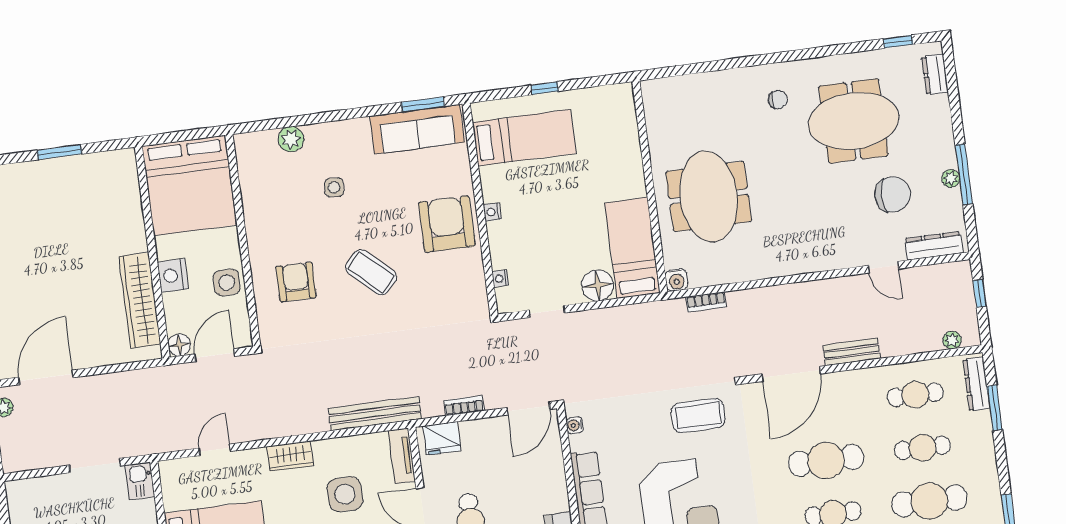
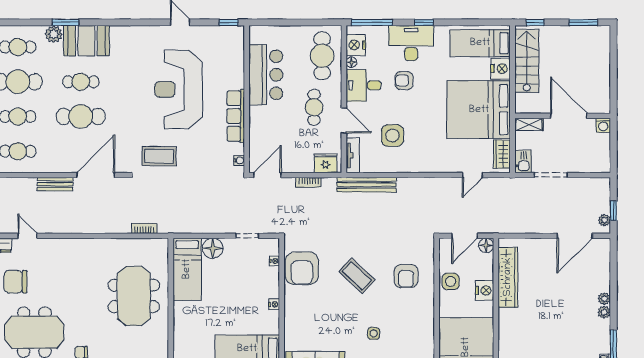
armchair: (447, 224) -> (302, 268), moved
water cooler: (676, 280) -> (161, 245), removed
wardrobe: (290, 456) -> (502, 154), moved, turned -90

